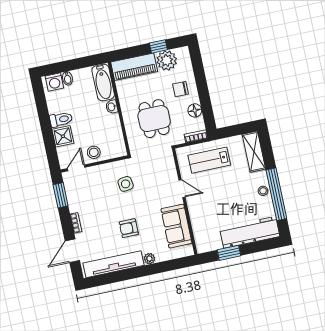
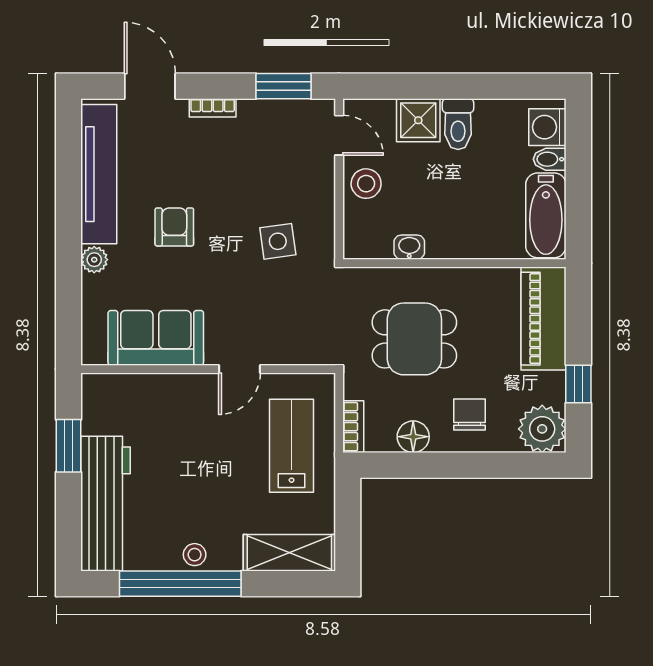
plant: (167, 60) -> (542, 429), moved
bathtub: (103, 82) -> (546, 215), moved, turned -90
washbasin: (112, 107) -> (409, 247), moved

